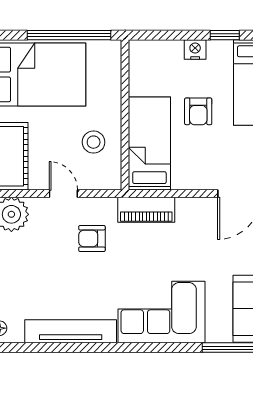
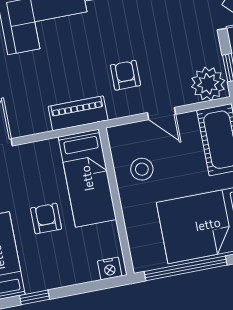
nightstand: (195, 50) -> (110, 268), moved
armchair: (92, 239) -> (125, 75), turned -90

